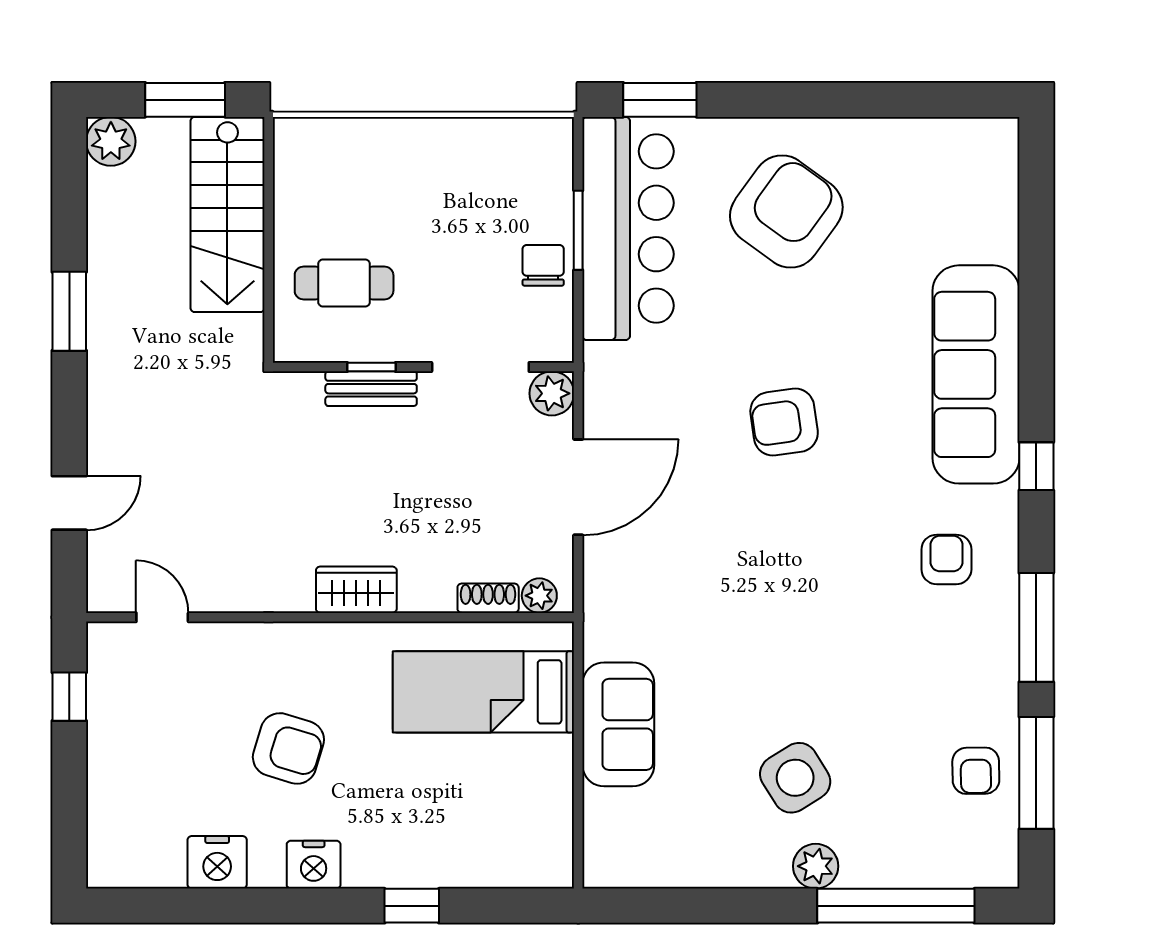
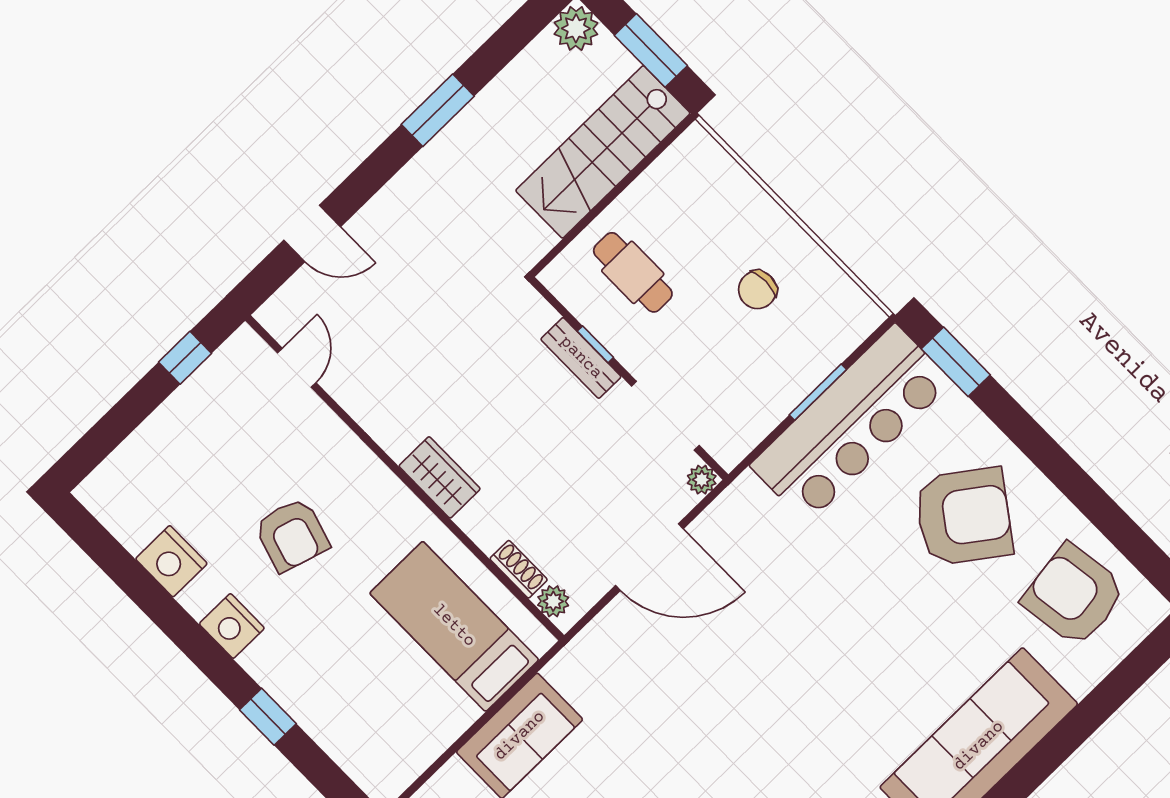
chair: (543, 265) -> (757, 290), moved, turned 180
plant: (552, 393) -> (702, 480), width x0.73, depth x0.73
armchair: (784, 422) -> (1074, 595), moved, width x1.36, depth x1.36

